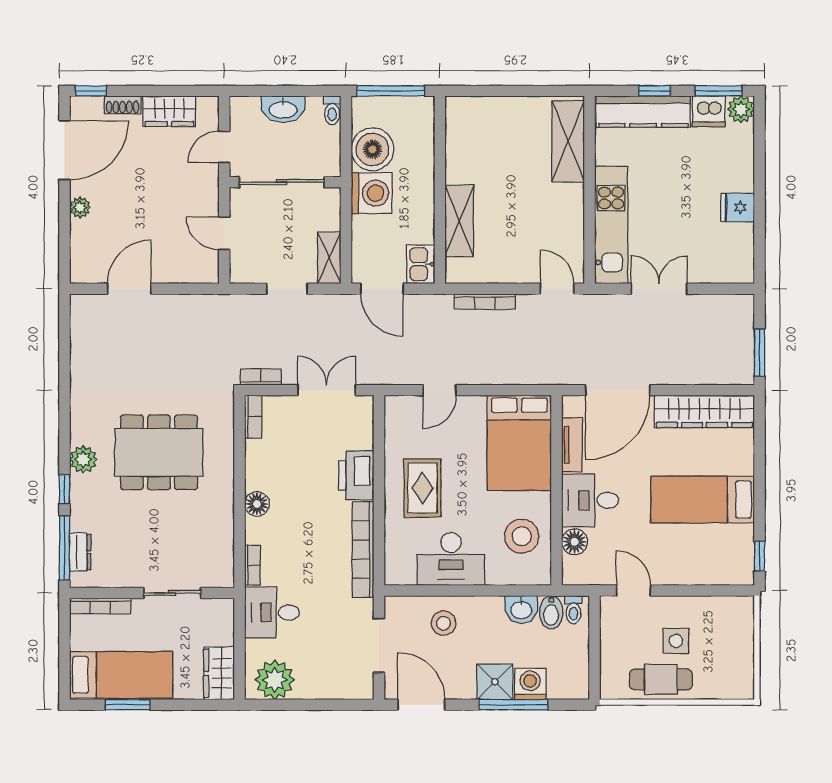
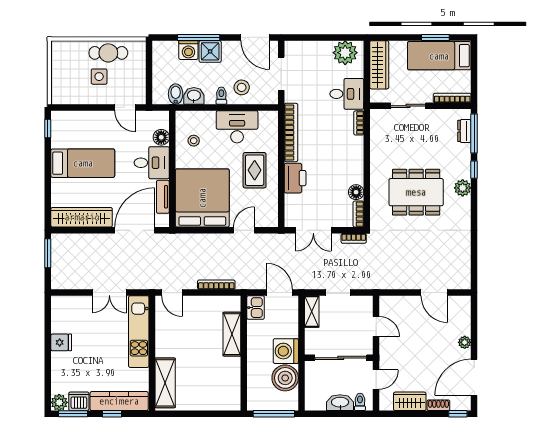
toilet: (332, 110) -> (360, 402), moved
door: (129, 289) -> (434, 293), hinge flipped
bed: (519, 443) -> (202, 198), width x1.36
floor lamp: (257, 504) -> (356, 192), moved
stool: (522, 536) -> (194, 141), width x0.53, depth x0.53
toilet: (573, 610) -> (221, 96), moved
wardrobe: (219, 673) -> (379, 65), width x1.50

